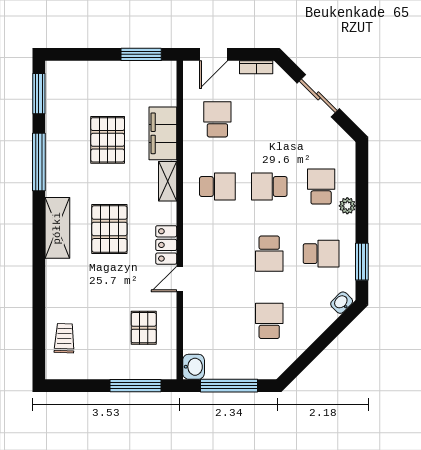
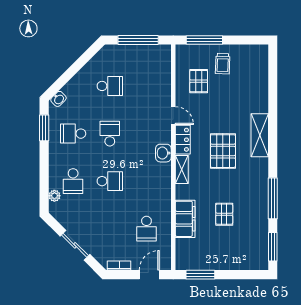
pallet: (108, 140) -> (224, 214), width x0.67, depth x0.71
shelving: (168, 181) -> (182, 169), moved
school desk: (217, 186) -> (146, 181), removed
plant: (347, 206) -> (54, 196), moved
shelving: (57, 228) -> (260, 135), moved
door: (180, 279) -> (173, 116), hinge flipped
school desk: (269, 321) -> (110, 86), turned -90
trolley: (64, 338) -> (223, 64), moved
washbasin: (194, 367) -> (163, 153), moved

